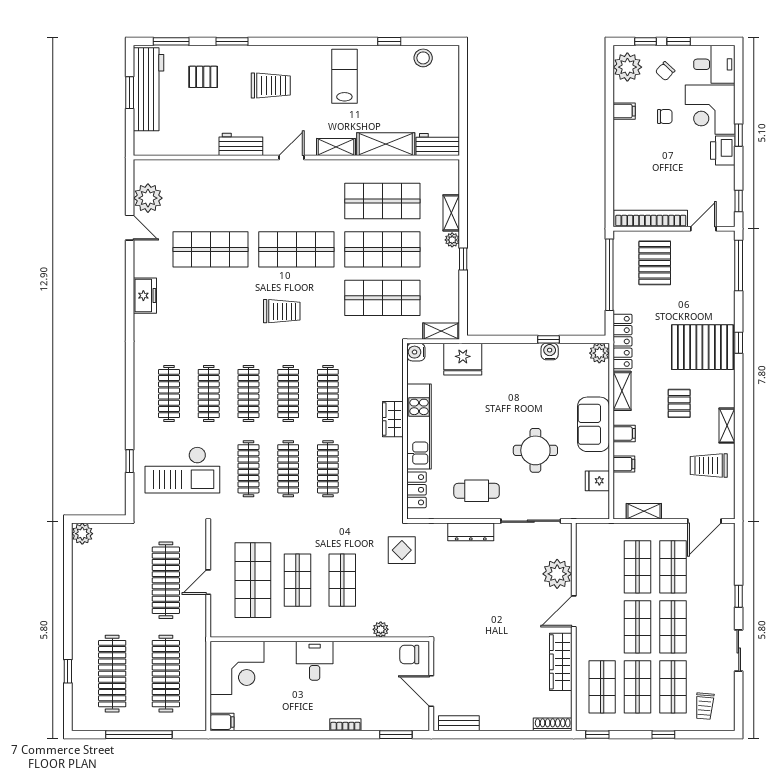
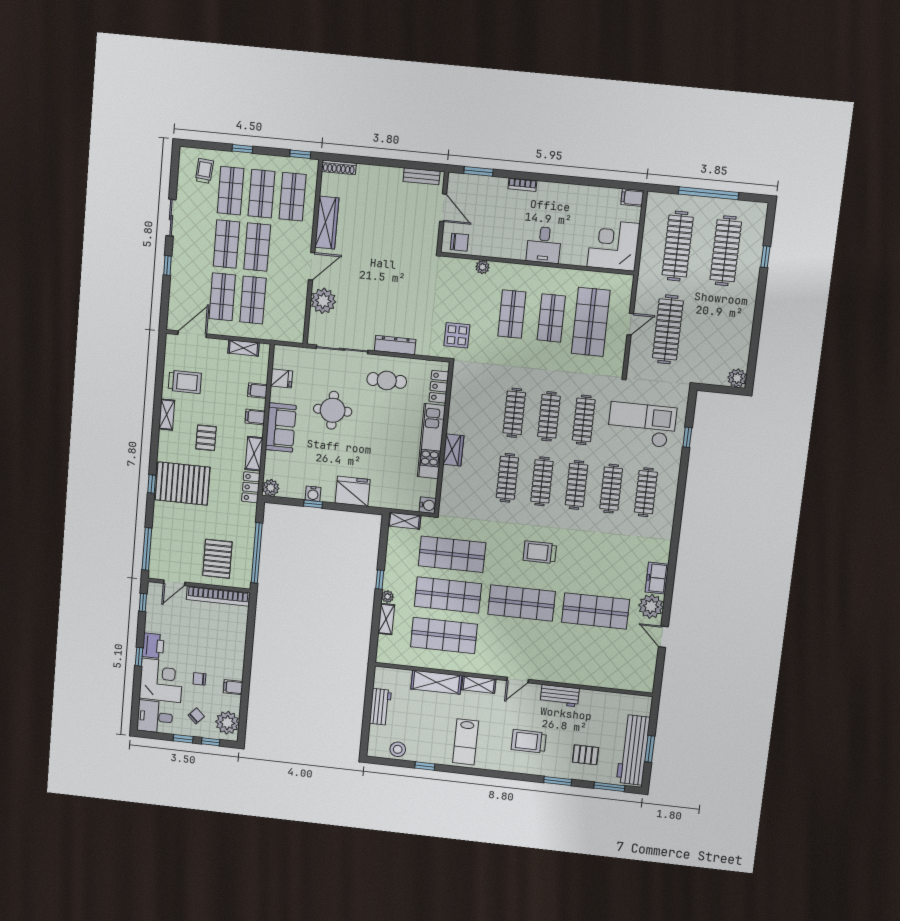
workbench: (438, 145) -> (380, 707), moved, turned -90
plant: (148, 198) -> (651, 606), moved
locker: (622, 341) -> (251, 487), width x0.66
fridge: (463, 359) -> (353, 491), moved

